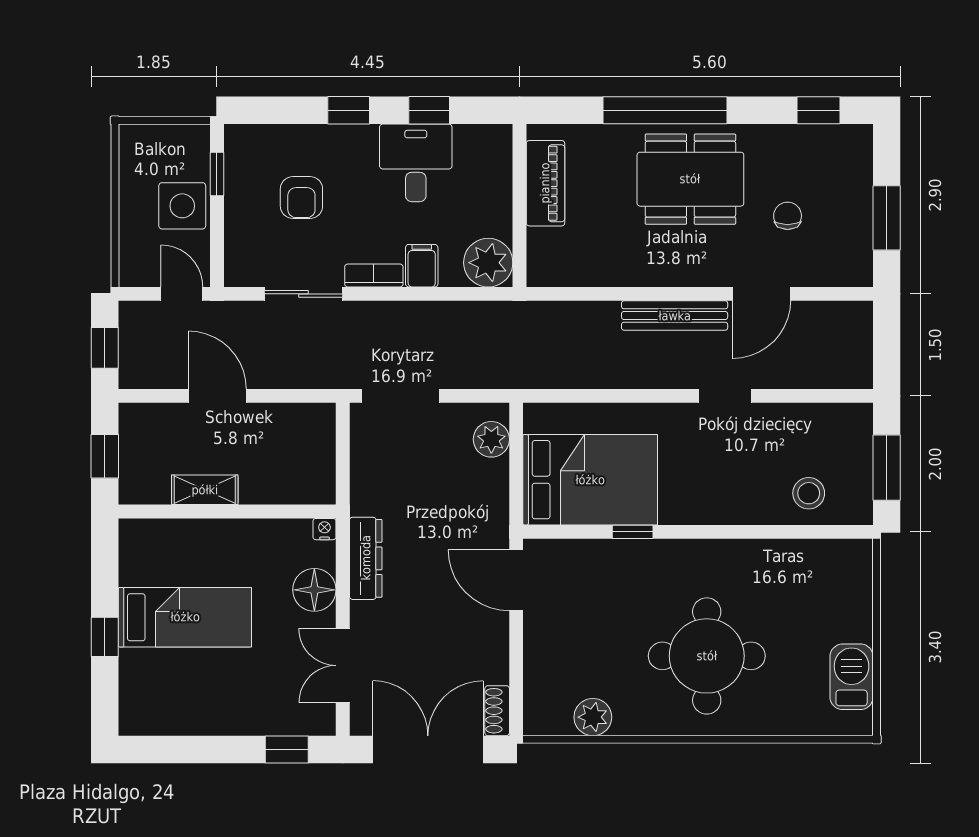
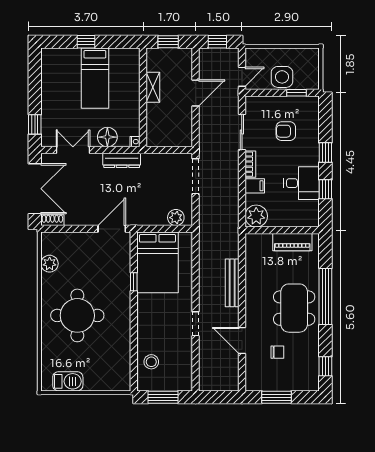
bench: (675, 316) -> (232, 283), moved

